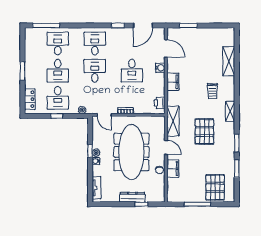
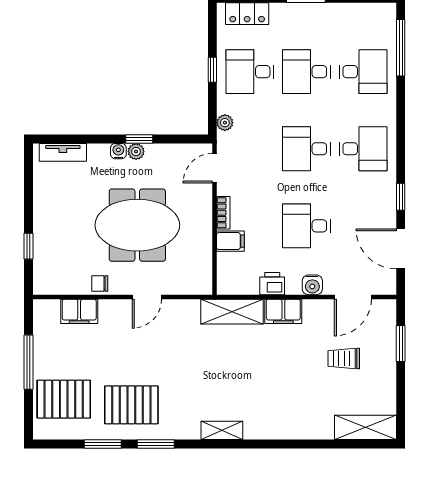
shelving: (229, 61) -> (365, 427), moved
desk: (95, 71) -> (306, 149), turned 180
trolley: (212, 91) -> (344, 359), moved
printer: (160, 103) -> (272, 284), moved
filing cabinet: (139, 107) -> (230, 241), added
shelving: (173, 121) -> (232, 312), moved
pallet: (204, 131) -> (131, 405), moved
meeting table: (131, 152) -> (137, 225), width x0.73
filing cabinet: (173, 169) -> (79, 311), moved
dresser: (132, 197) -> (43, 227), removed

